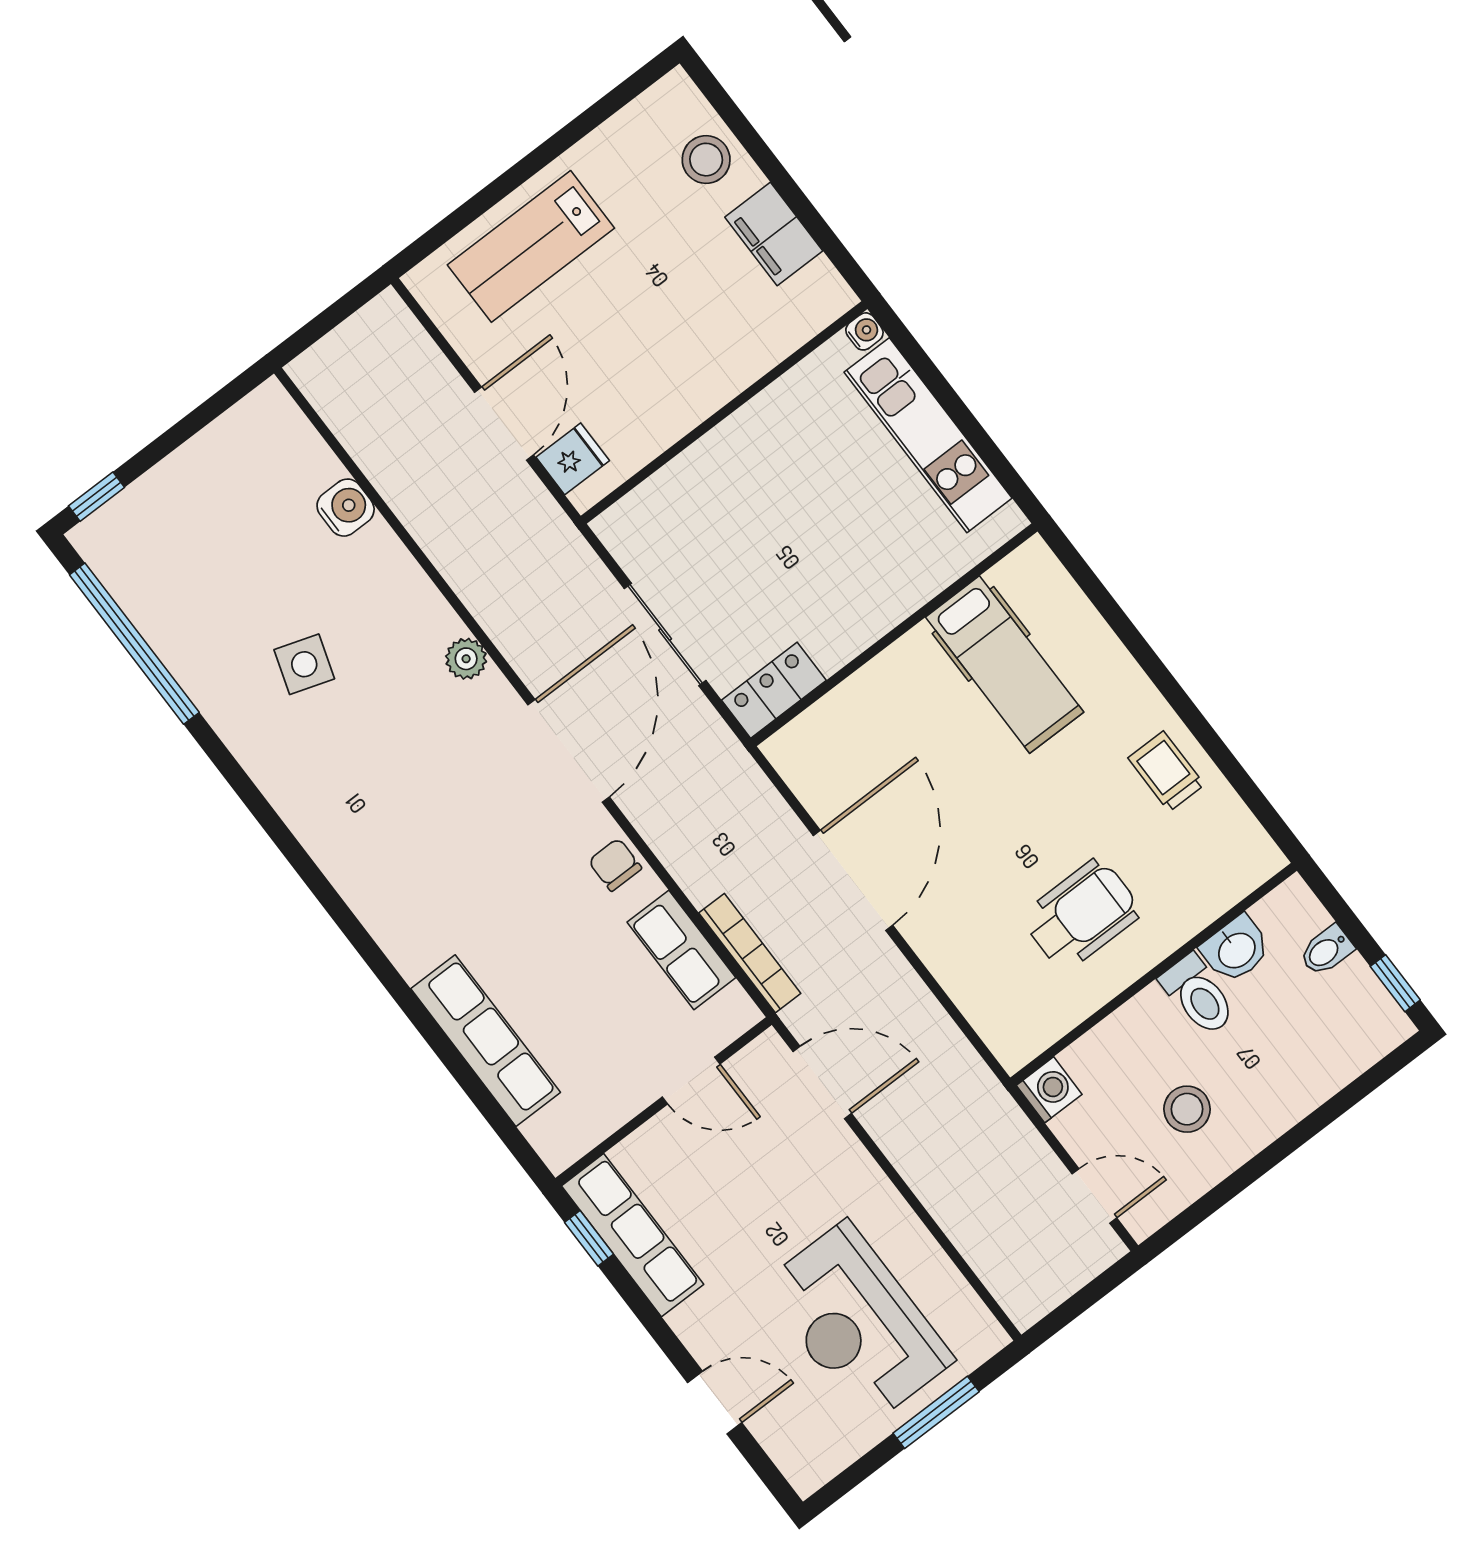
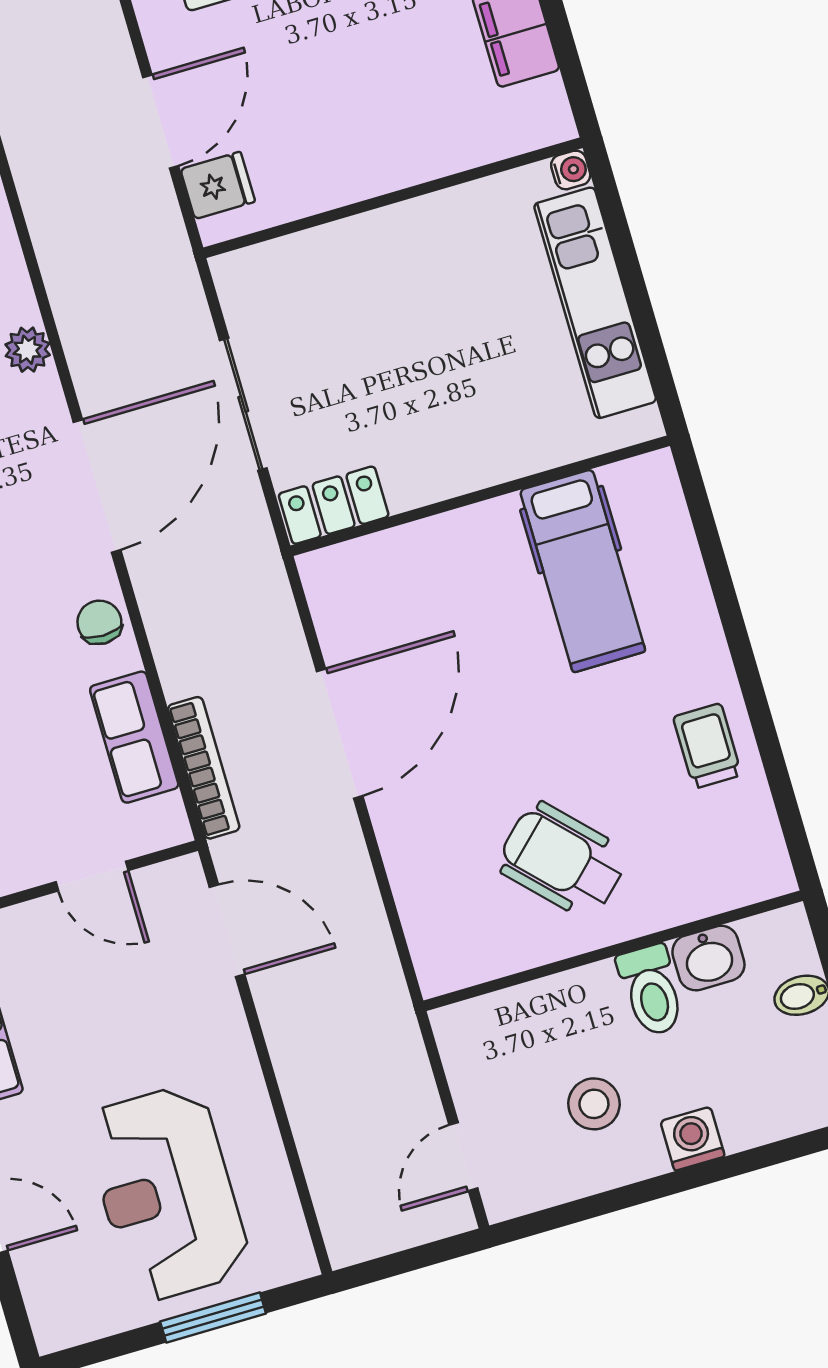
wheelchair: (1081, 914) -> (562, 860), turned -134
washing machine: (1049, 1090) -> (692, 1139), moved, turned -90
door: (1094, 1196) -> (463, 1157), swing flipped

